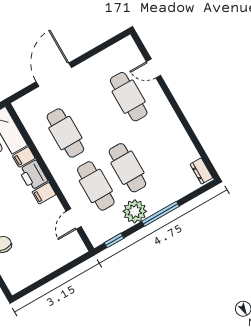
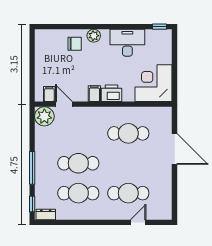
filing cabinet: (24, 157) -> (49, 94), moved
cafe table: (96, 186) -> (78, 193), moved
plant: (135, 211) -> (44, 116), moved
window: (114, 240) -> (32, 204), moved

